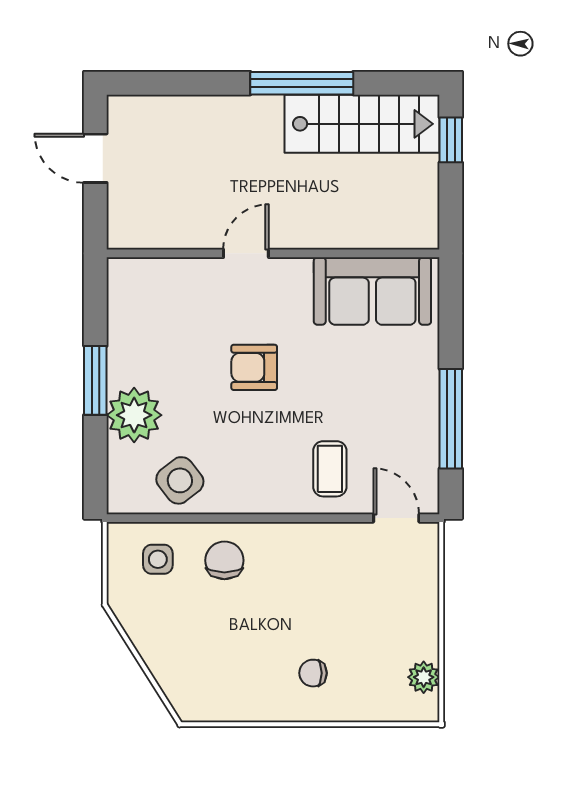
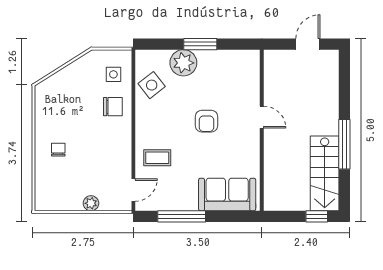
sofa: (372, 291) -> (227, 195), moved, turned 90
armchair: (254, 367) -> (206, 121), turned 180
plant: (424, 677) -> (91, 203), moved

